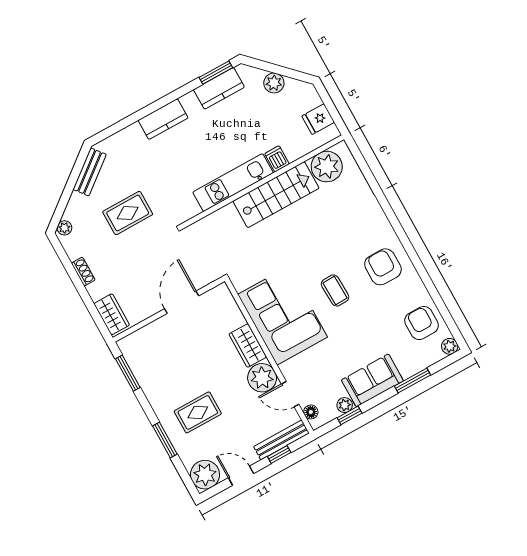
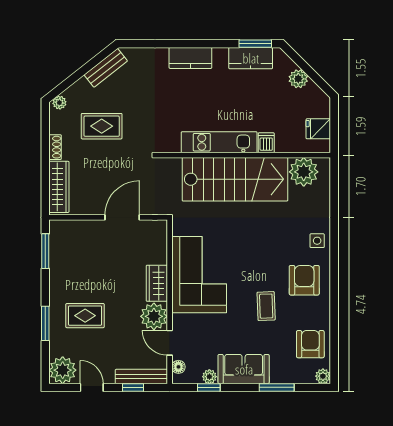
stairs: (276, 195) -> (235, 179), width x1.36, depth x1.51
rug: (128, 213) -> (102, 126), moved
side table: (375, 224) -> (317, 241), added
coffee table: (335, 290) -> (266, 306), moved
wardrobe: (112, 314) -> (59, 187), width x1.50

